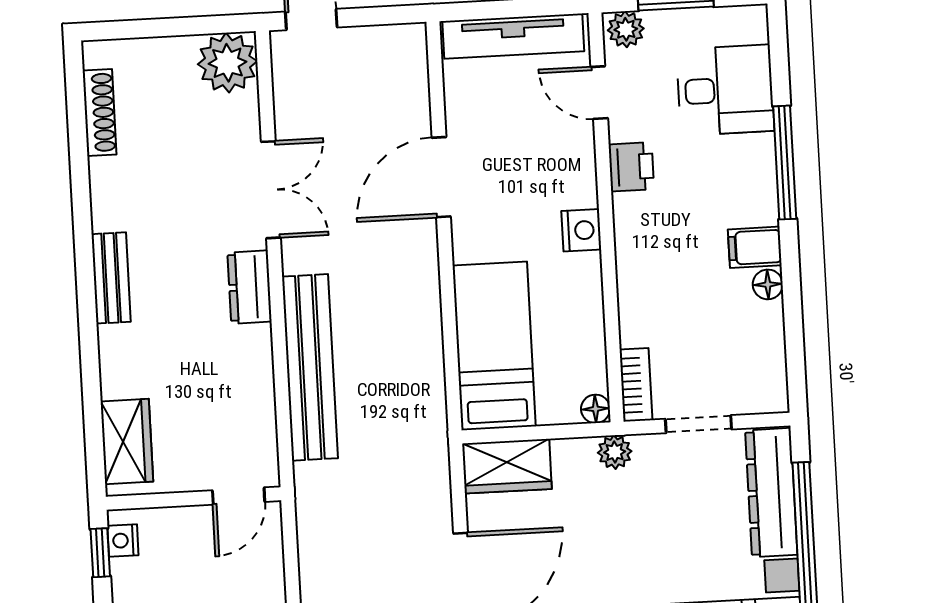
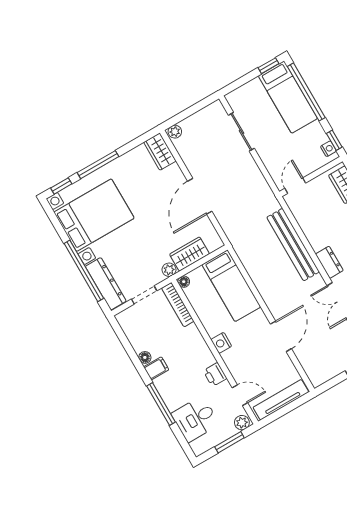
bookcase: (636, 385) -> (178, 305), width x1.56
wardrobe: (507, 466) -> (190, 254), moved

